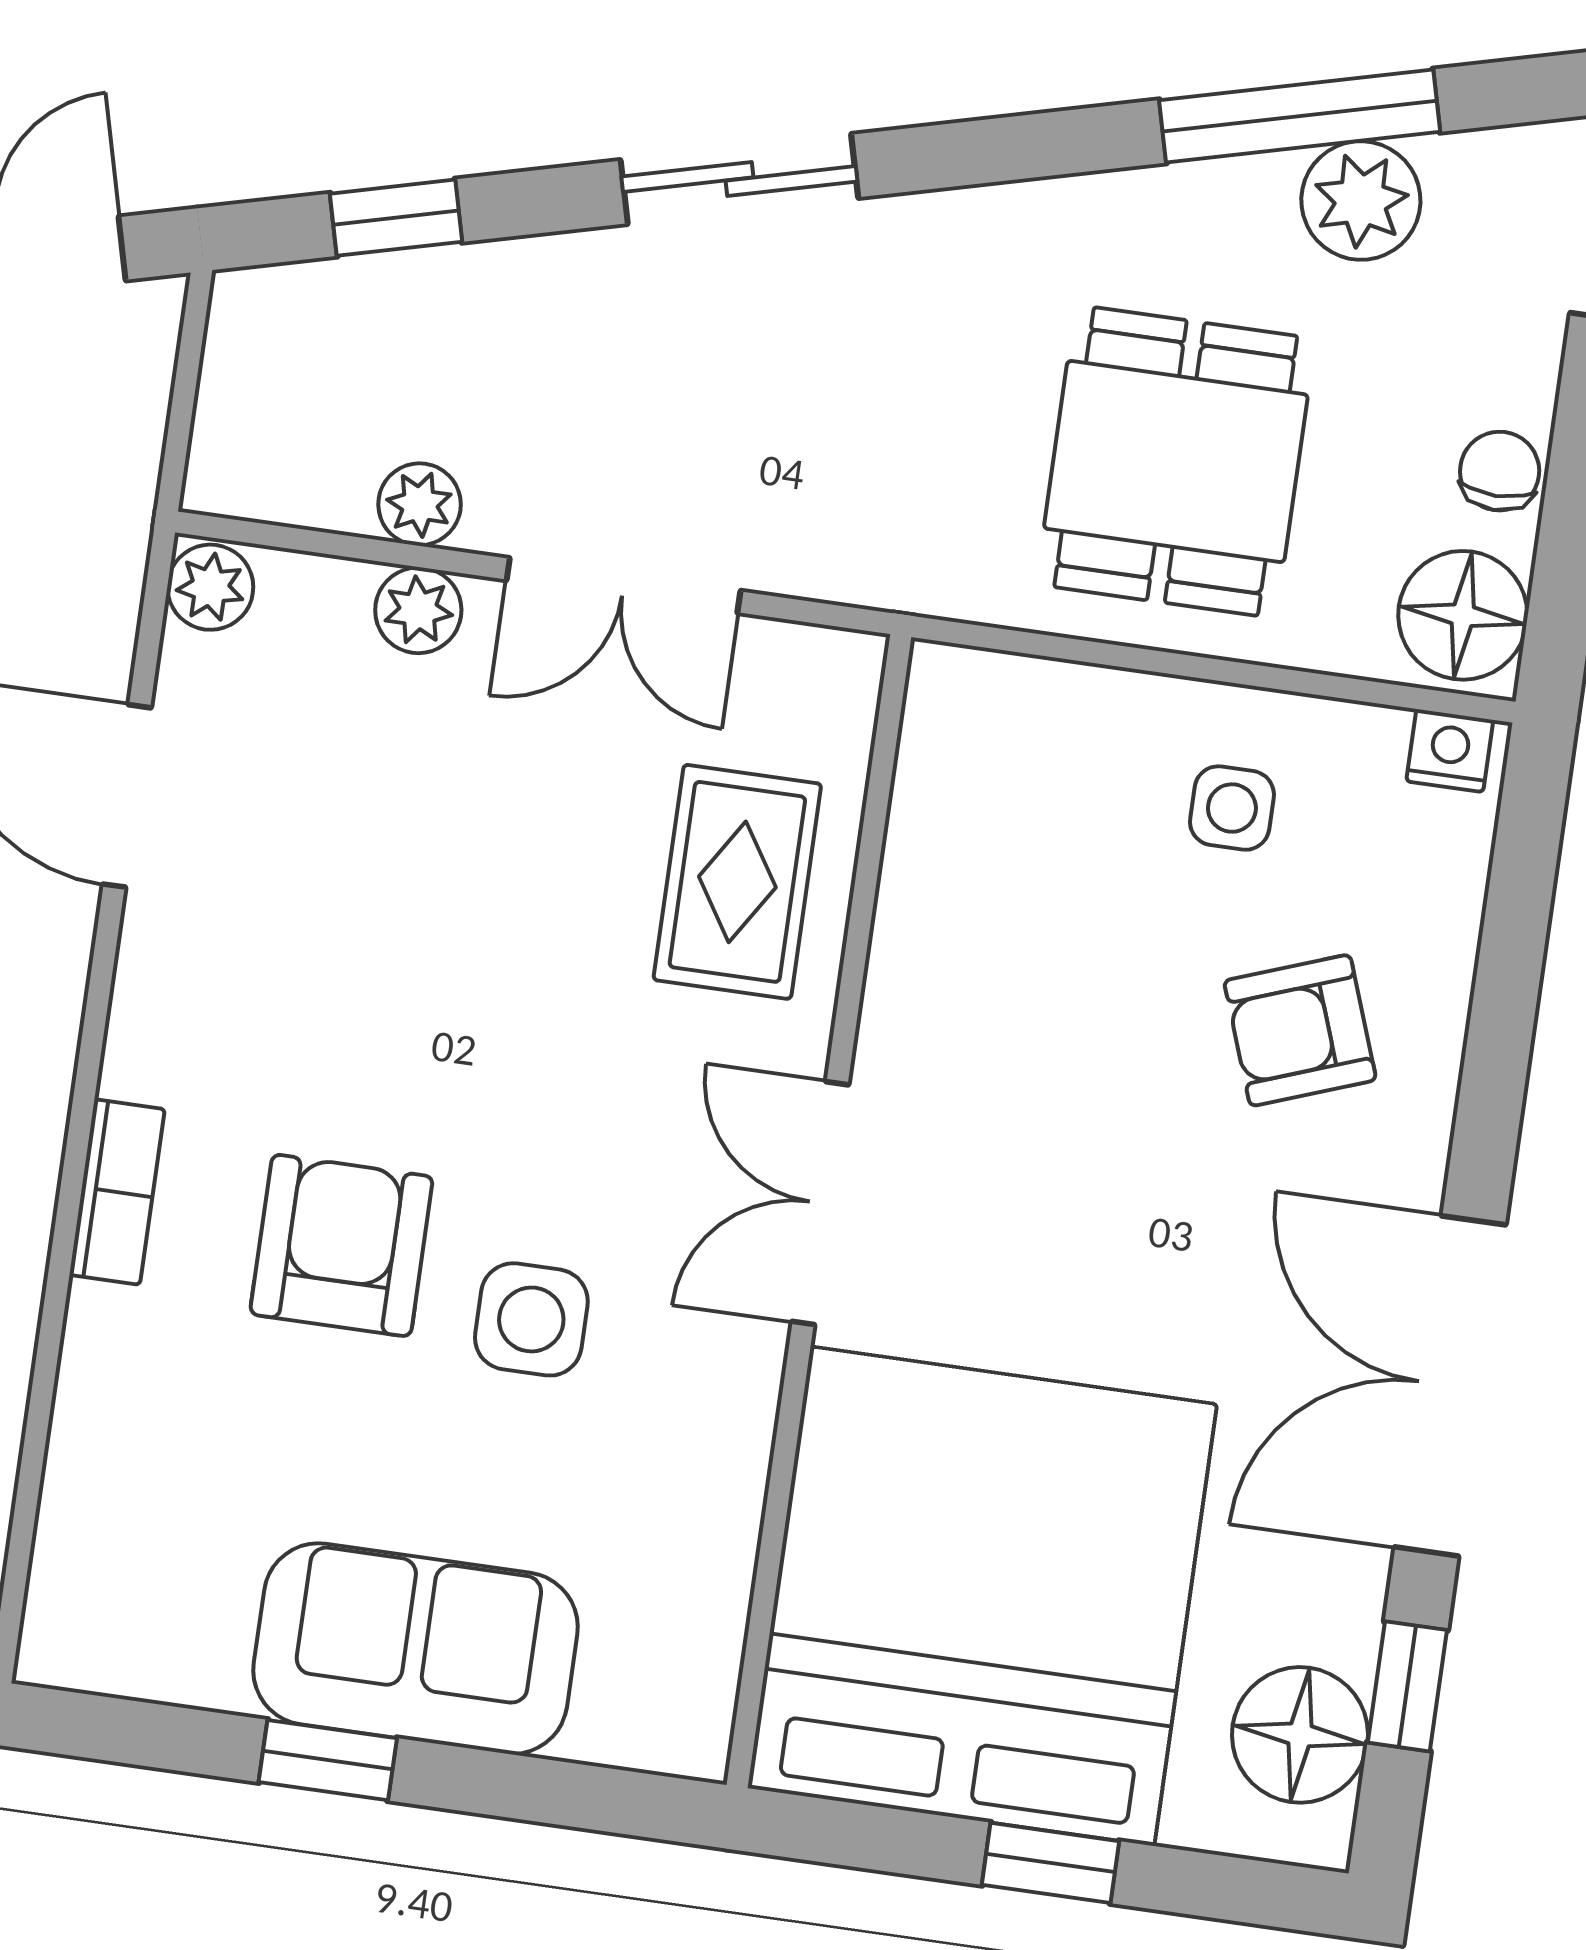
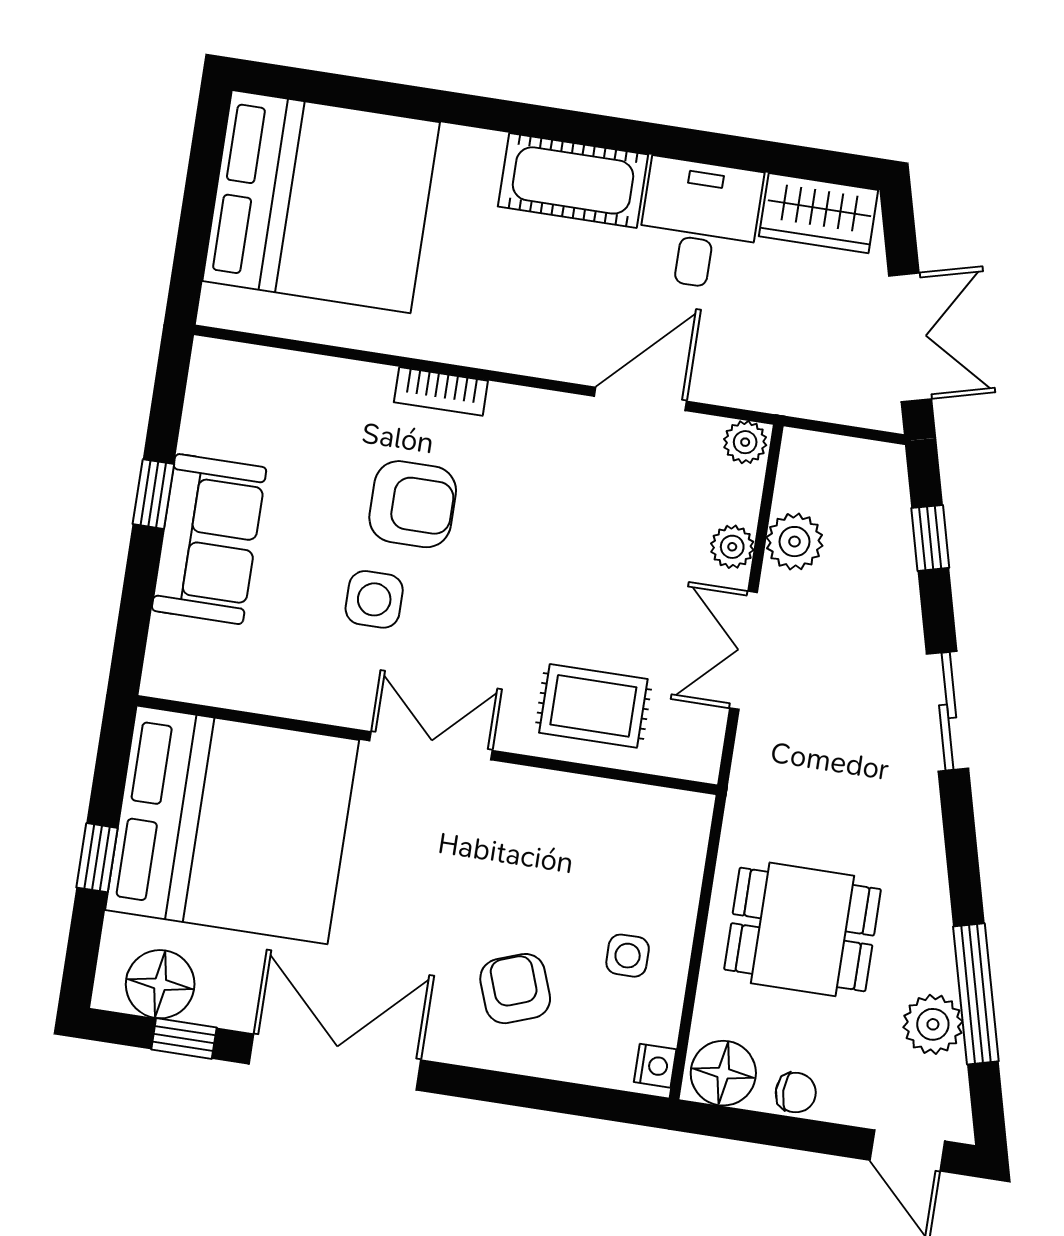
plant: (420, 504) -> (794, 542), width x1.38, depth x1.38

